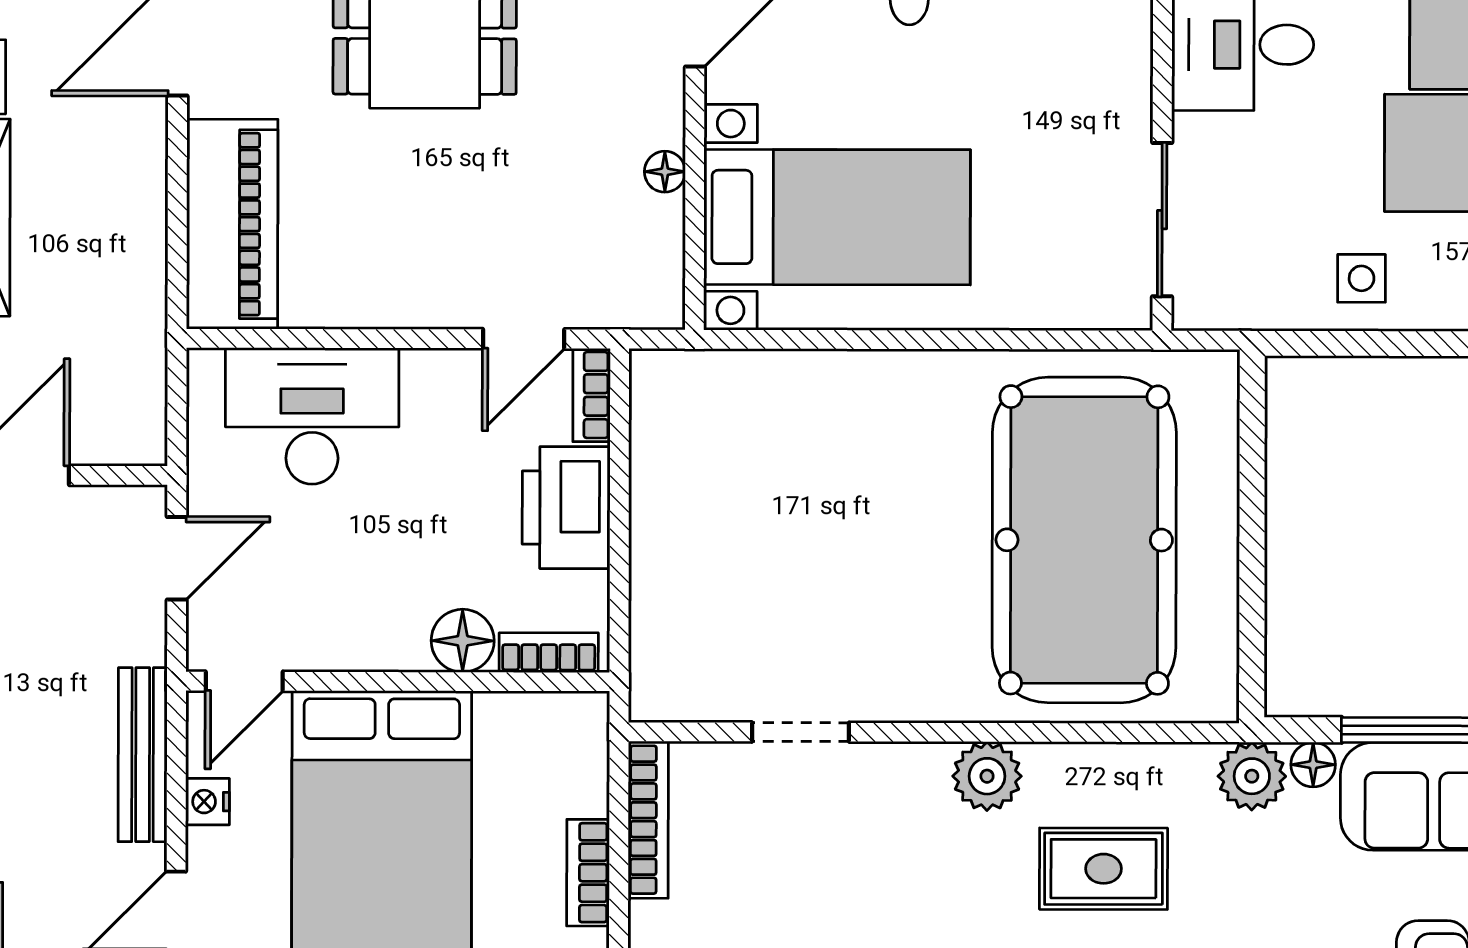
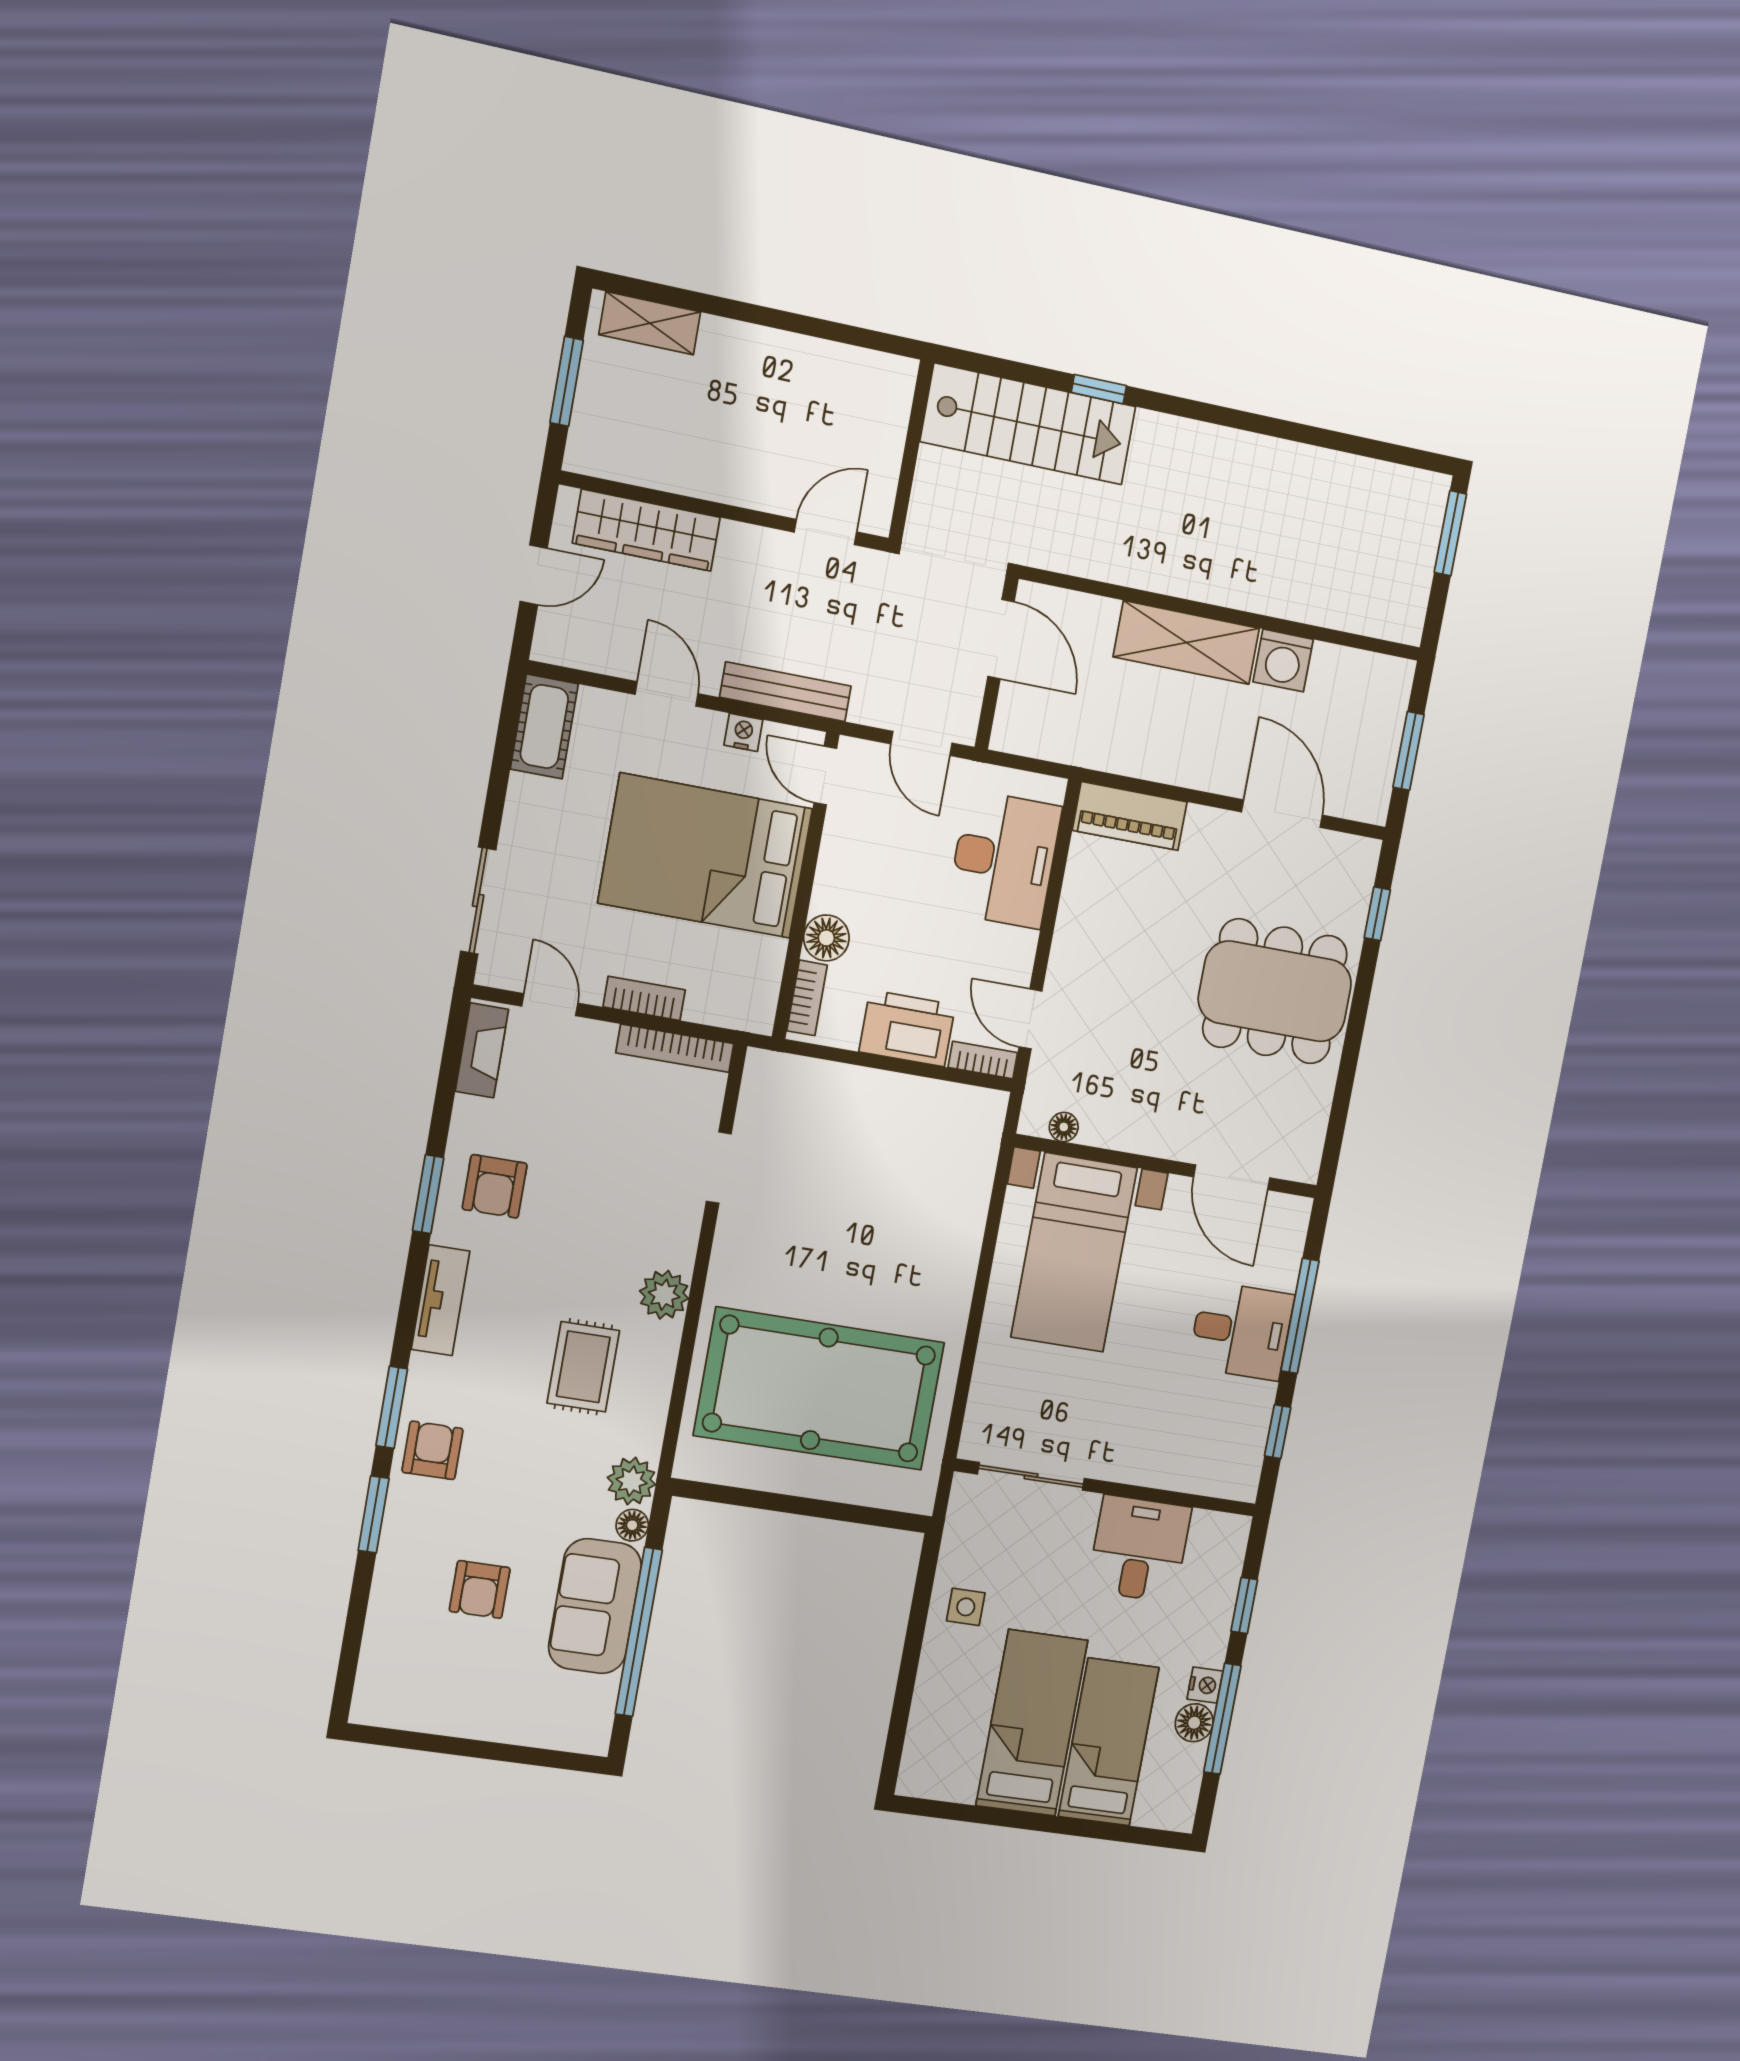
floor lamp: (665, 172) -> (1064, 1127), moved
piano: (232, 224) -> (1130, 816), width x0.73, depth x0.75

